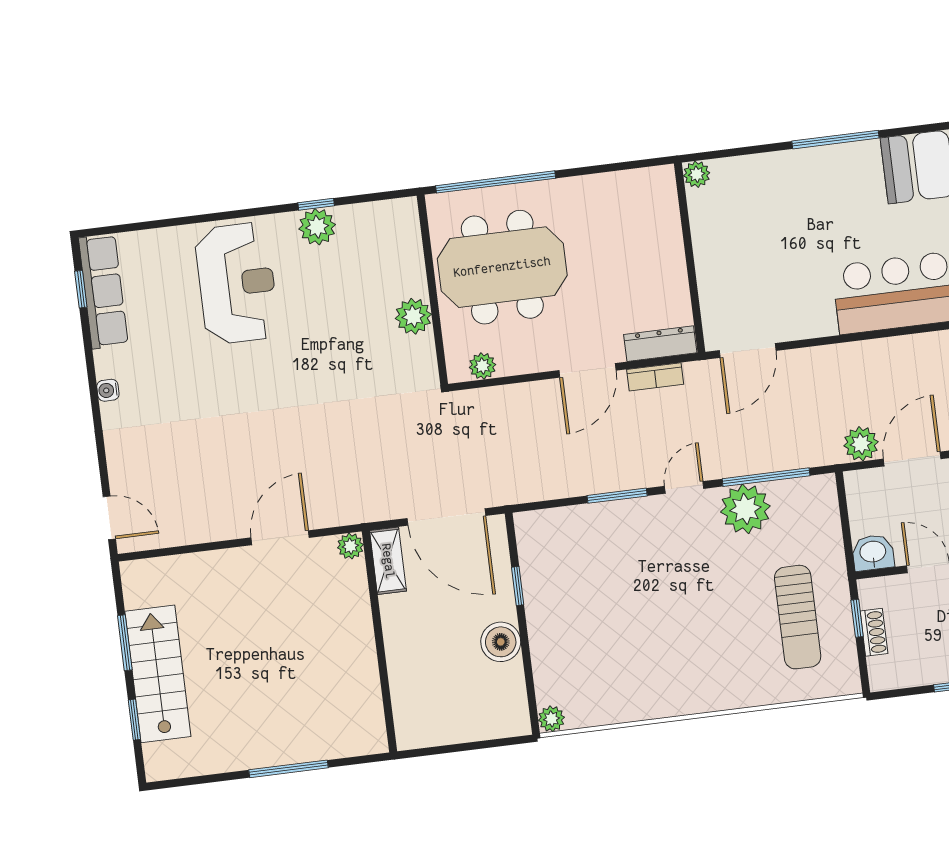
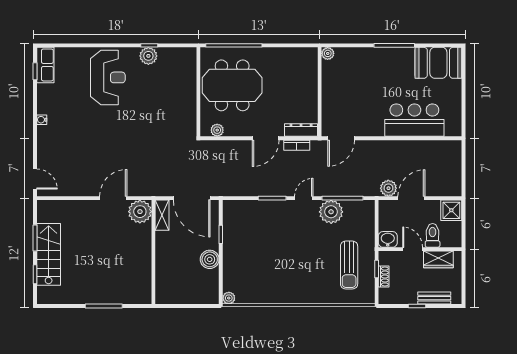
row of seats: (103, 291) -> (45, 65), width x0.68
plant: (413, 316) -> (188, 103), removed
plant: (350, 546) -> (140, 212), width x1.88, depth x1.88

